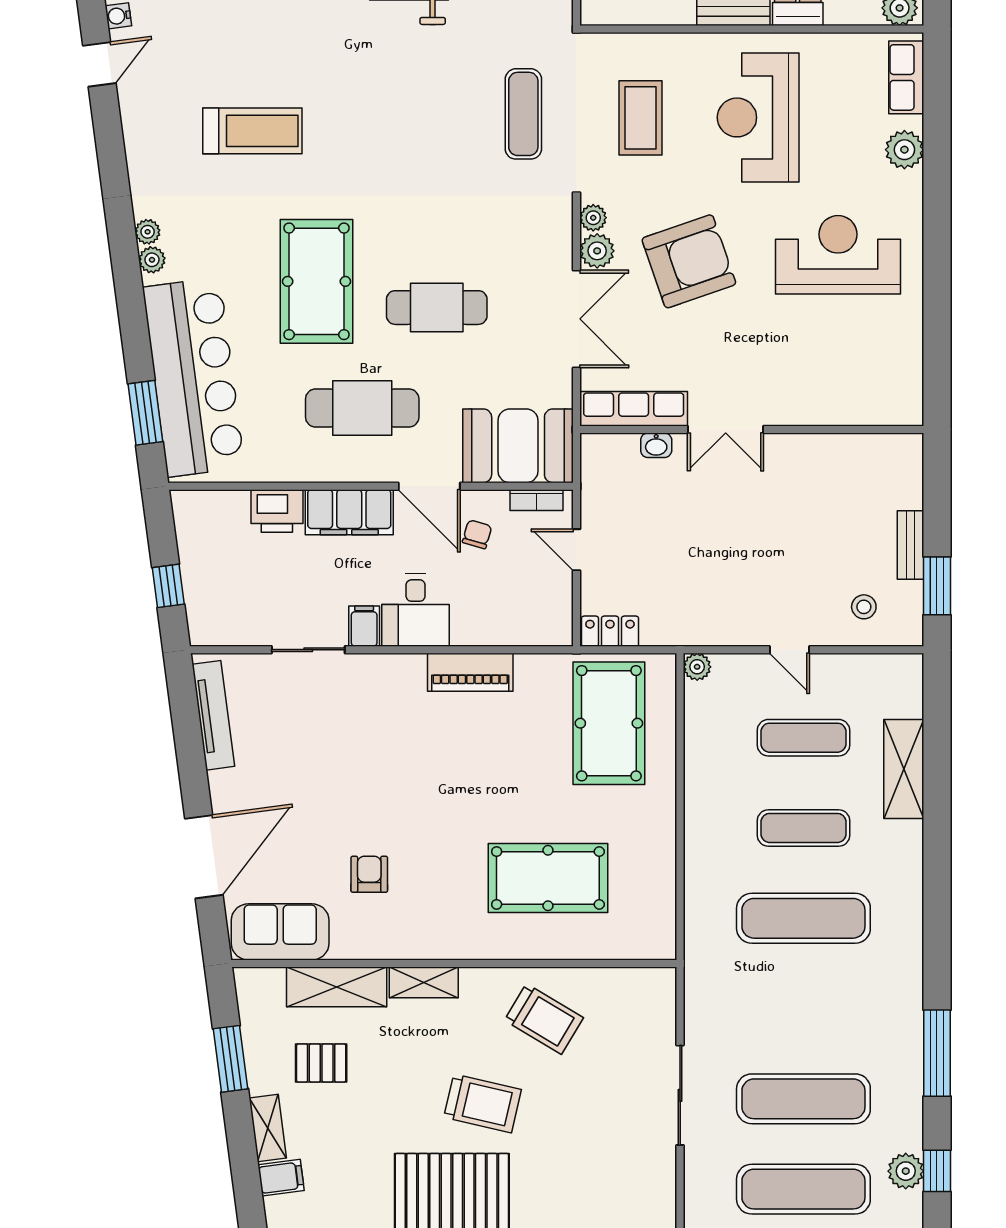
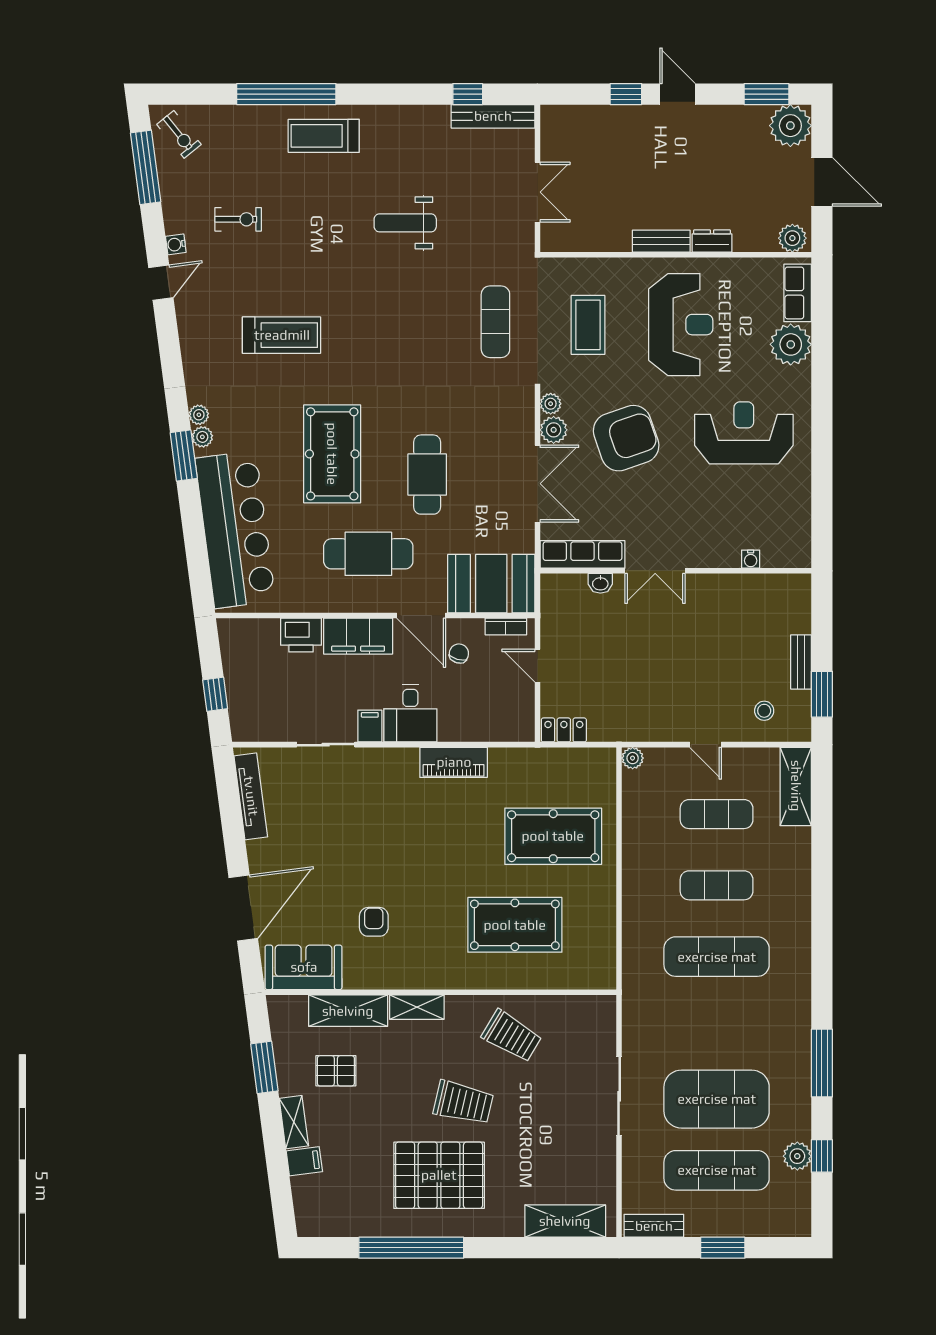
reception desk: (758, 117) -> (681, 325), turned 180
plant: (904, 150) -> (791, 344), width x1.36, depth x1.36
cafe table: (437, 308) -> (427, 475), turned 90
window: (145, 413) -> (184, 455), moved
water cooler: (847, 415) -> (751, 559), added
pool table: (609, 723) -> (553, 836), moved, turned 90
shelving: (904, 769) -> (796, 786), moved
exercise mat: (803, 1099) -> (717, 1099), width x1.47

